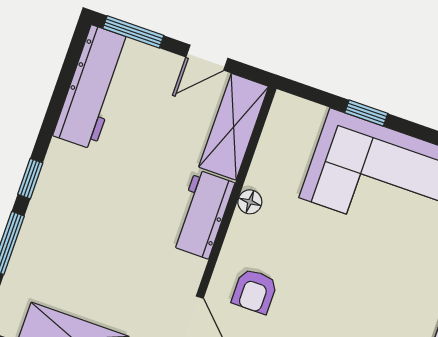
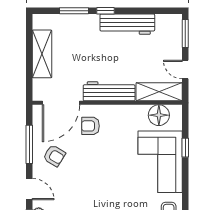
workbench: (93, 87) -> (127, 24), moved
floor lamp: (250, 202) -> (159, 115), moved, width x1.89, depth x1.89
workbench: (202, 214) -> (109, 91), width x1.38

